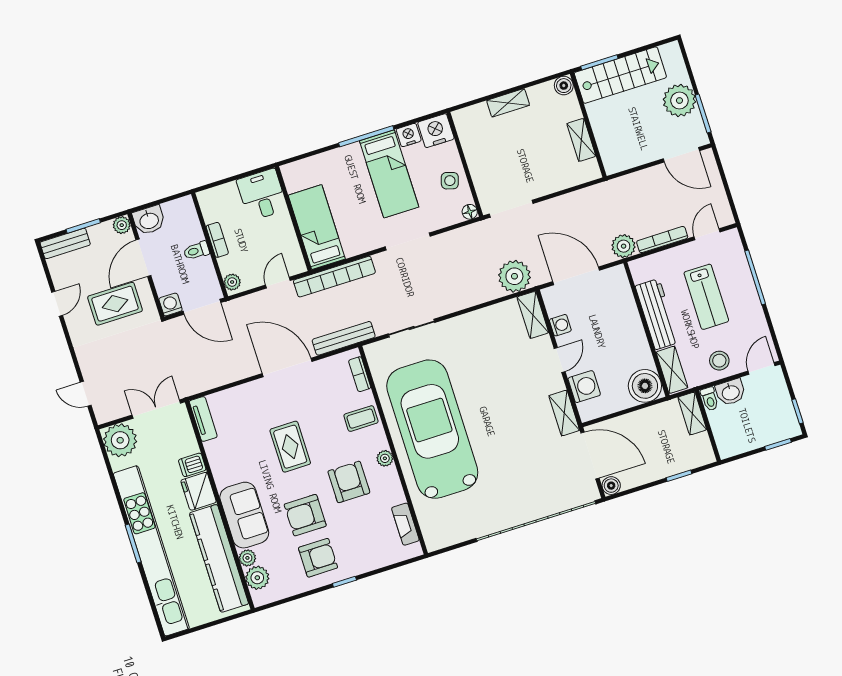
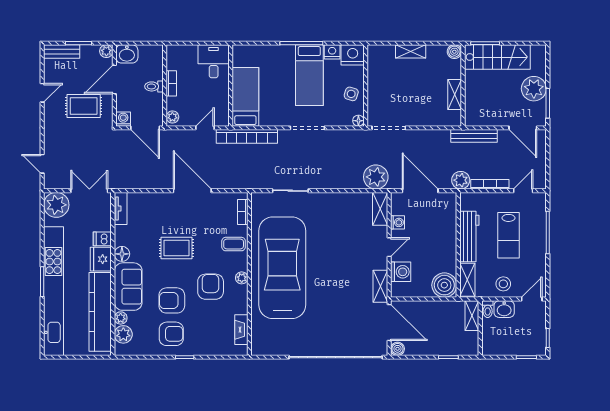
bench: (344, 338) -> (474, 136), moved
rug: (290, 447) -> (177, 248), turned 90
floor lamp: (223, 476) -> (122, 254), added

